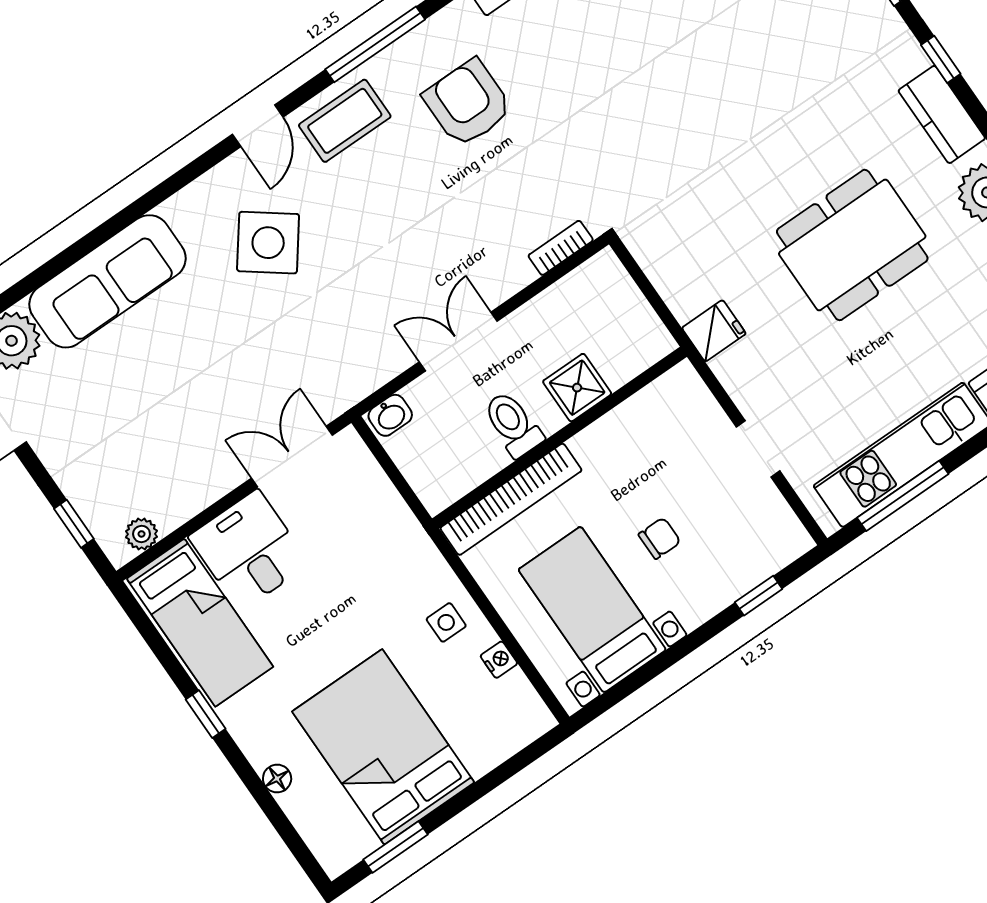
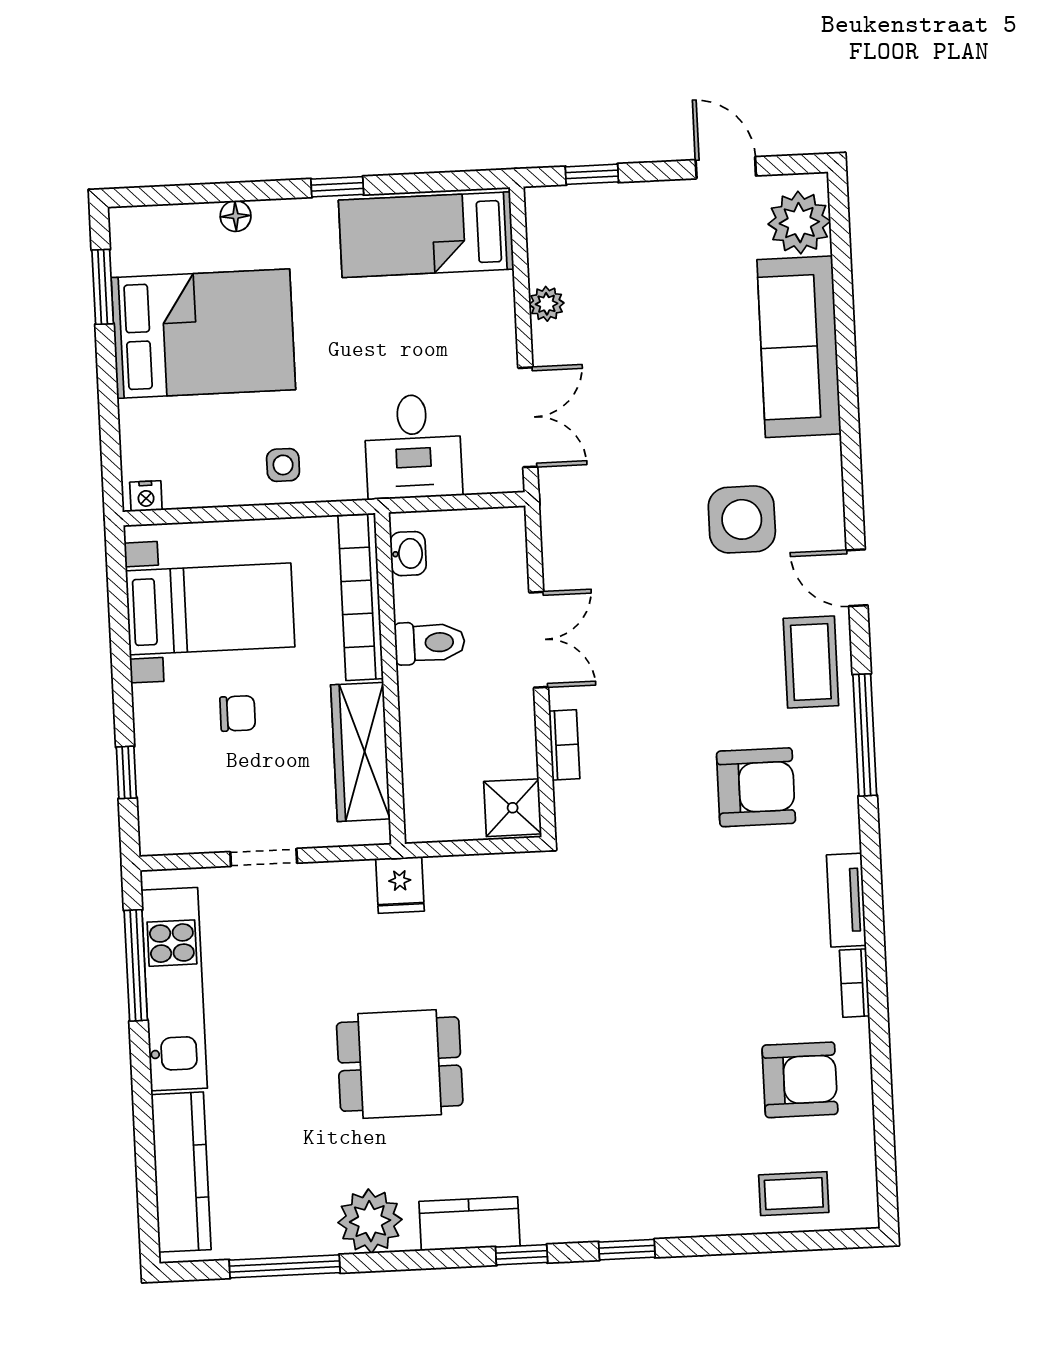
side table: (268, 243) -> (742, 519), turned -37
dining table: (852, 245) -> (400, 1064), width x0.73
bookcase: (561, 248) -> (564, 745), moved
shower: (577, 388) -> (513, 808), moved
washbasin: (390, 415) -> (408, 554), moved, turned 180
wardrobe: (630, 425) -> (360, 752), added
plant: (142, 534) -> (547, 304), moved
chair: (660, 538) -> (238, 713), turned -90
desk: (249, 550) -> (413, 446), moved, turned 90
nightstand: (499, 660) -> (146, 496), moved

